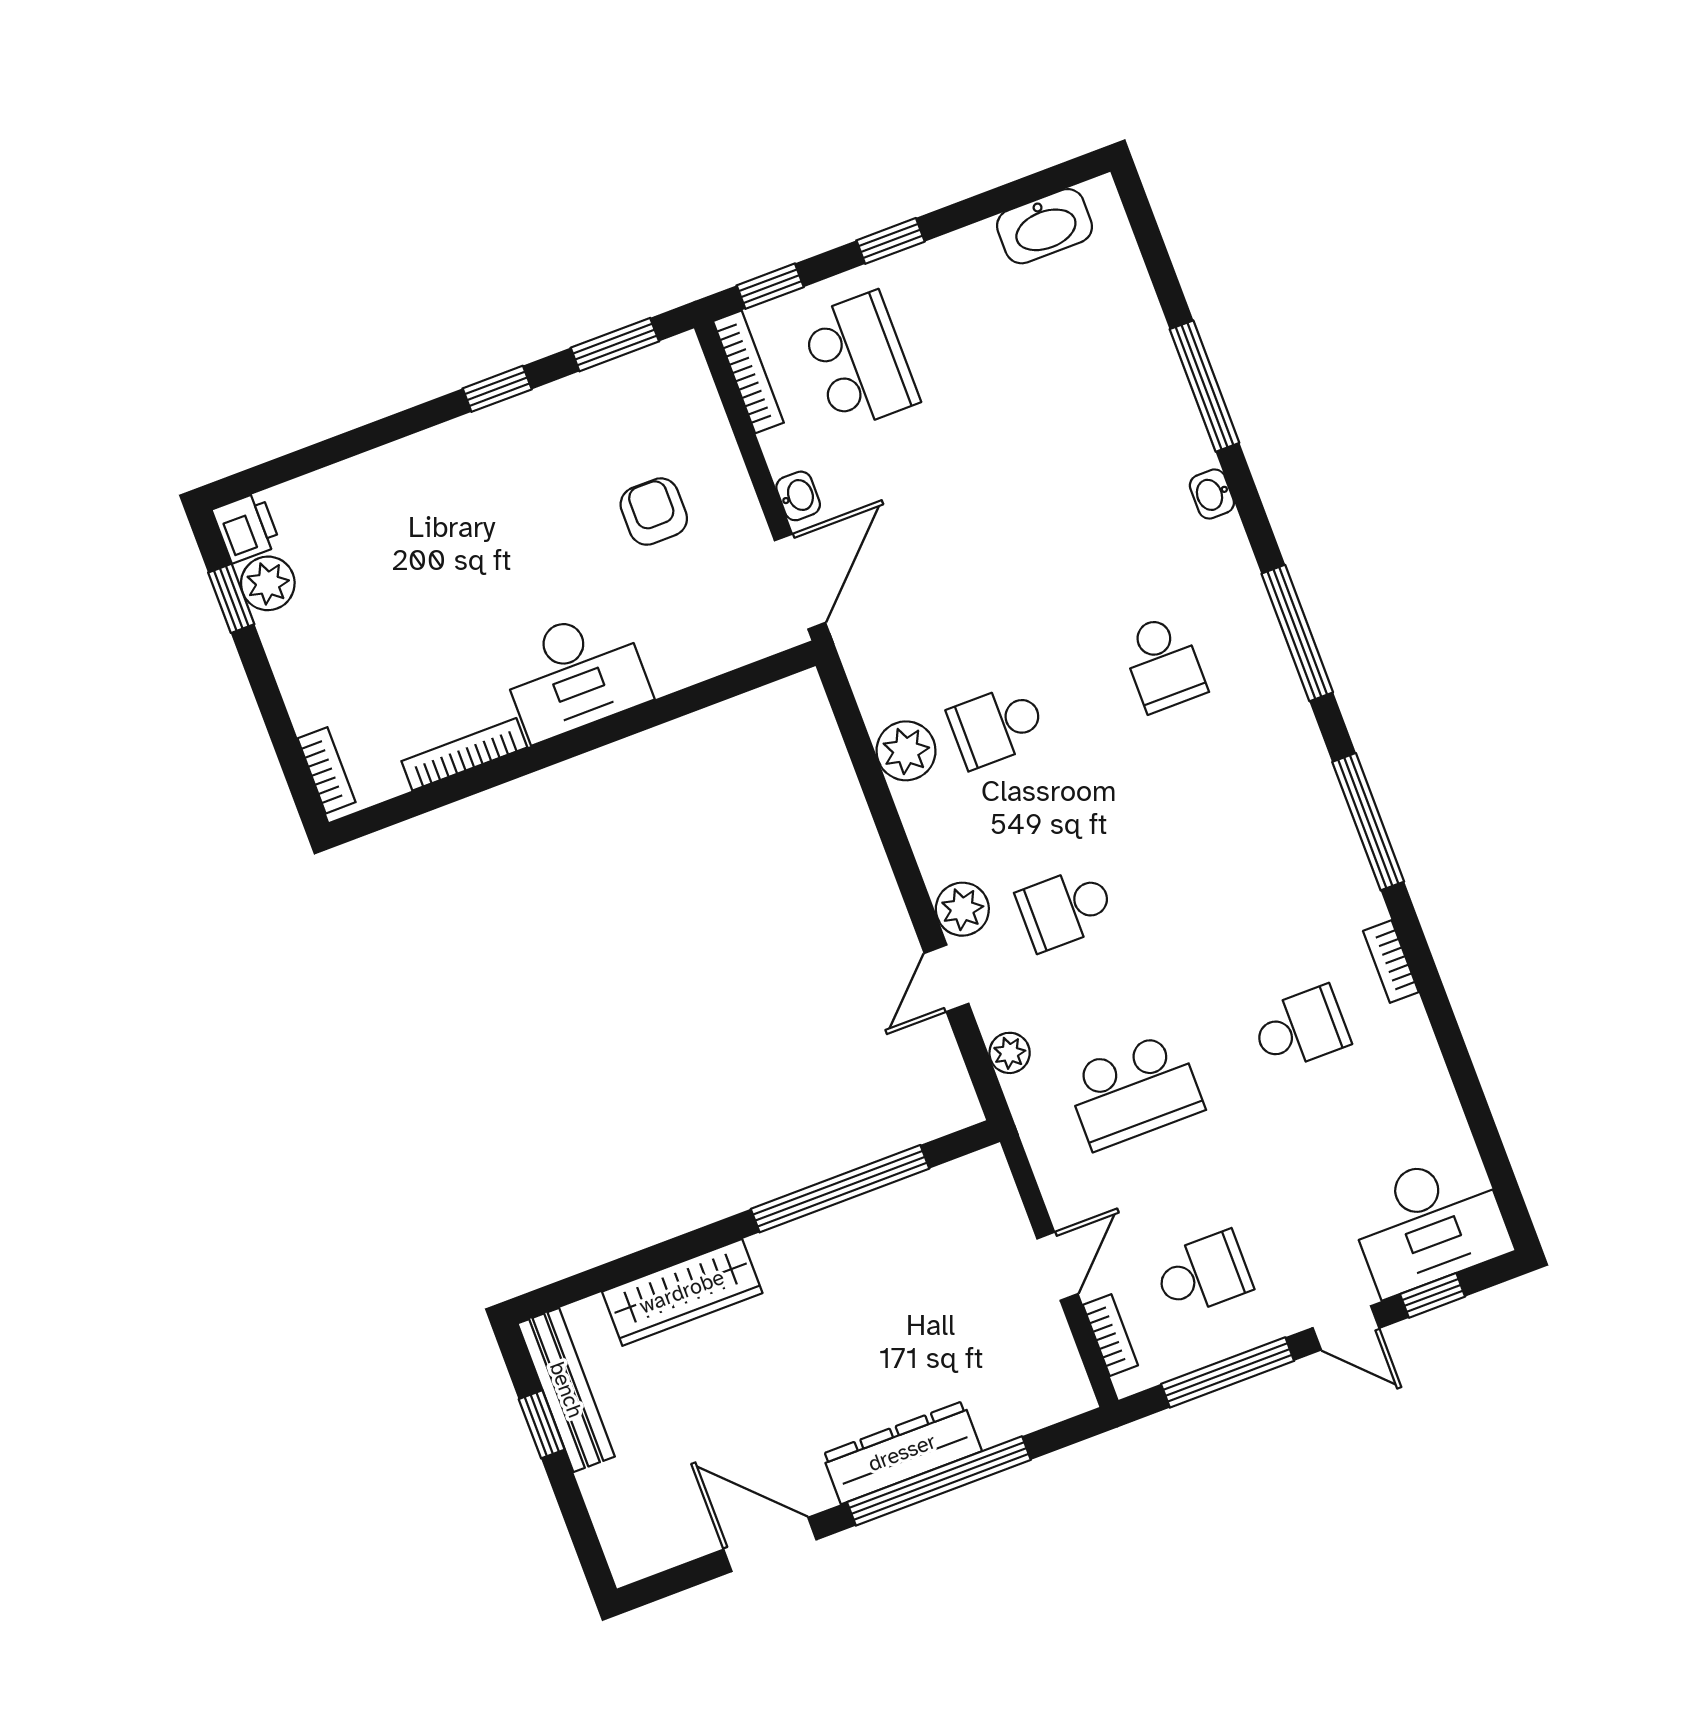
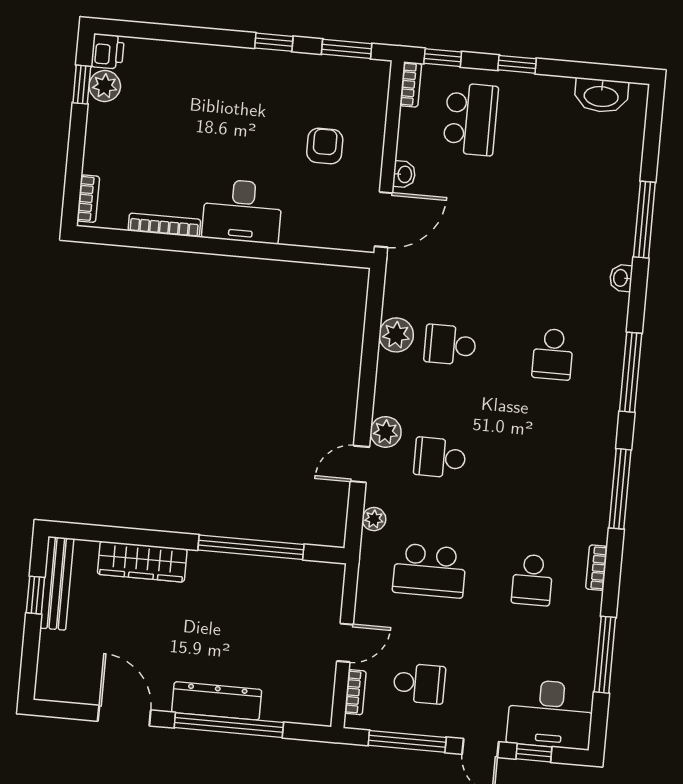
bookcase: (748, 372) -> (411, 84), width x0.64
school desk: (1301, 1029) -> (532, 580), turned 90
window: (1469, 1090) -> (605, 655), added

